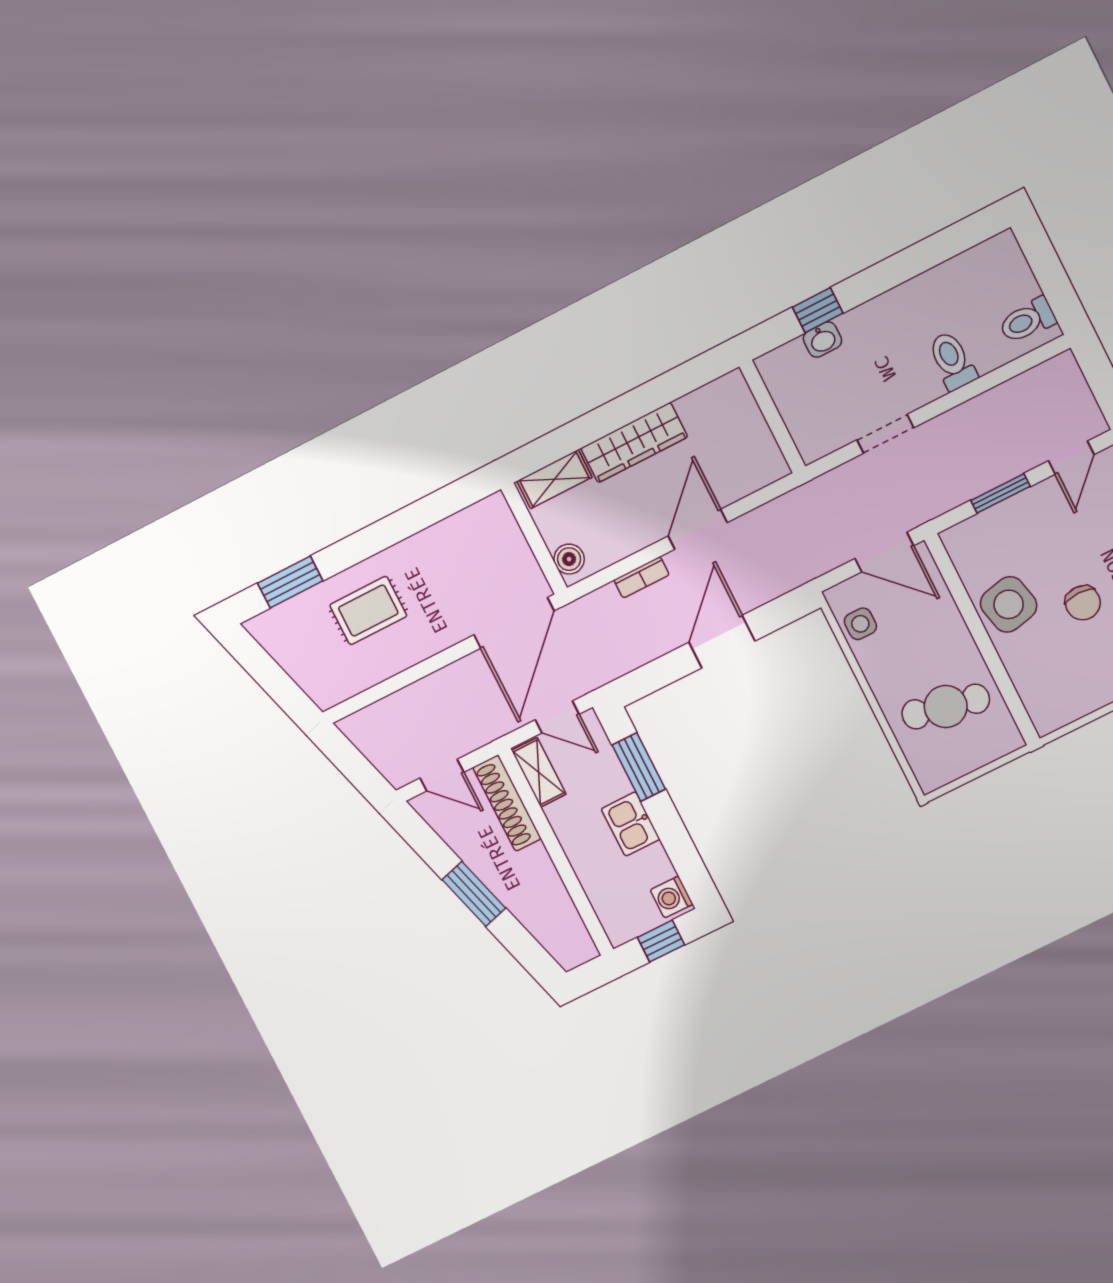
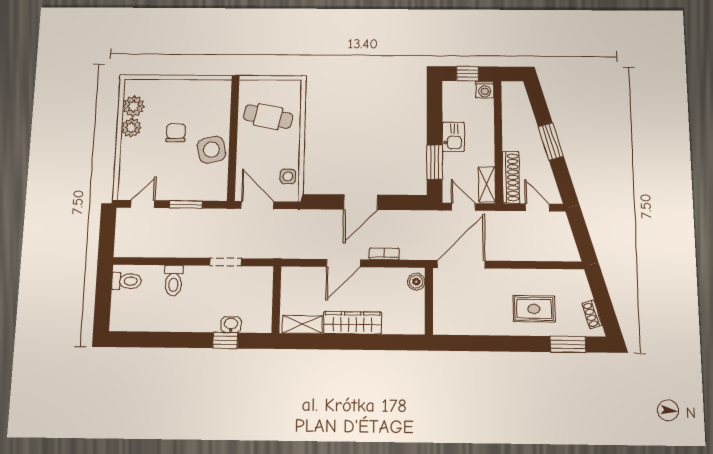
shelving: (554, 479) -> (302, 324), moved
shoe rack: (277, 648) -> (592, 314), added
washing machine: (672, 897) -> (485, 90), moved, turned 90

